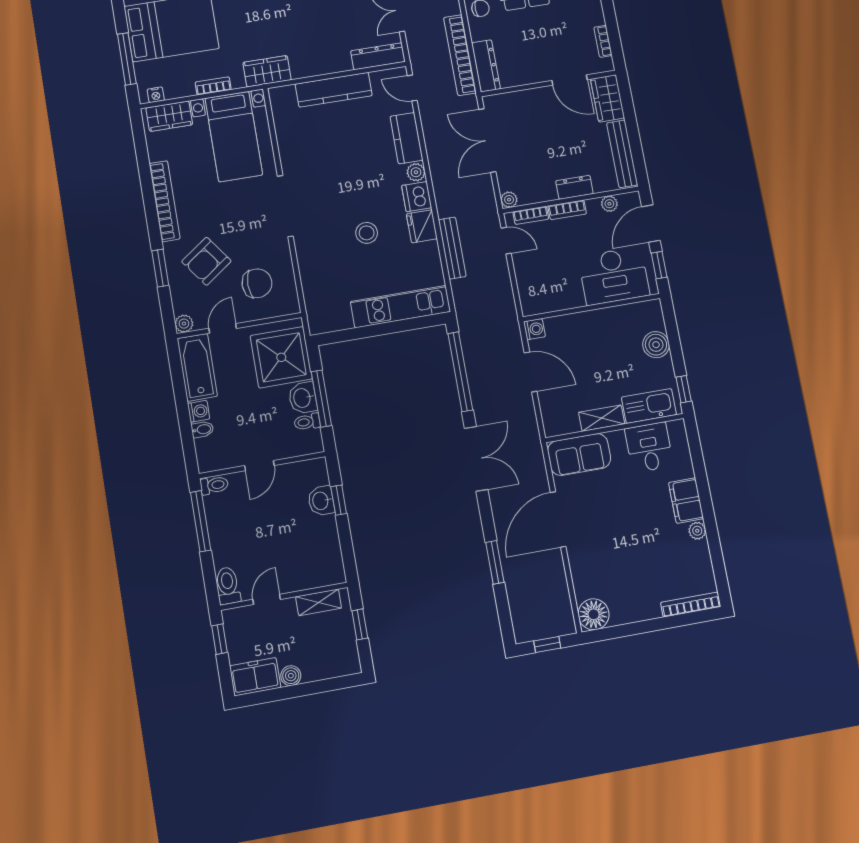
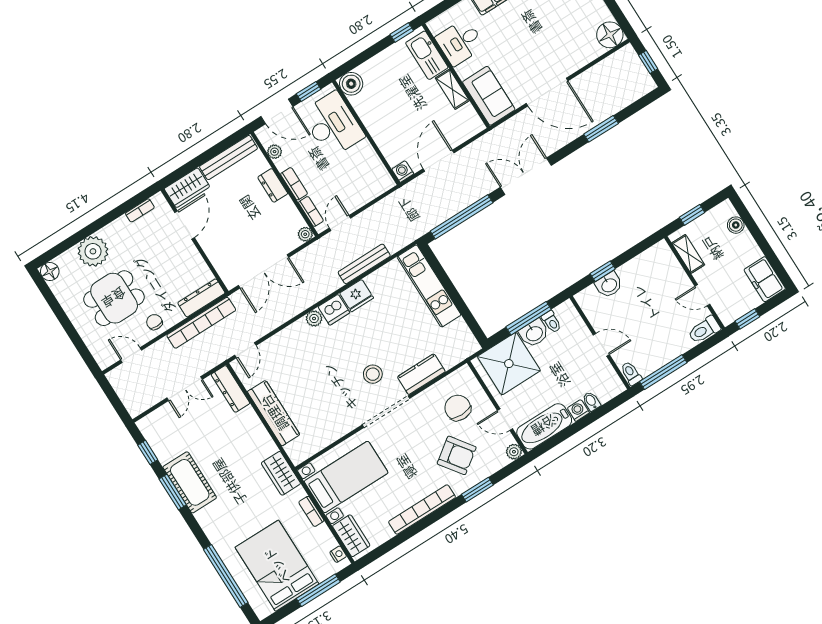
kitchen counter: (407, 138) -> (421, 374), moved, turned 180
stool: (367, 233) -> (373, 374), moved
boiler: (656, 345) -> (351, 84), moved
boiler: (291, 676) -> (736, 225), moved

